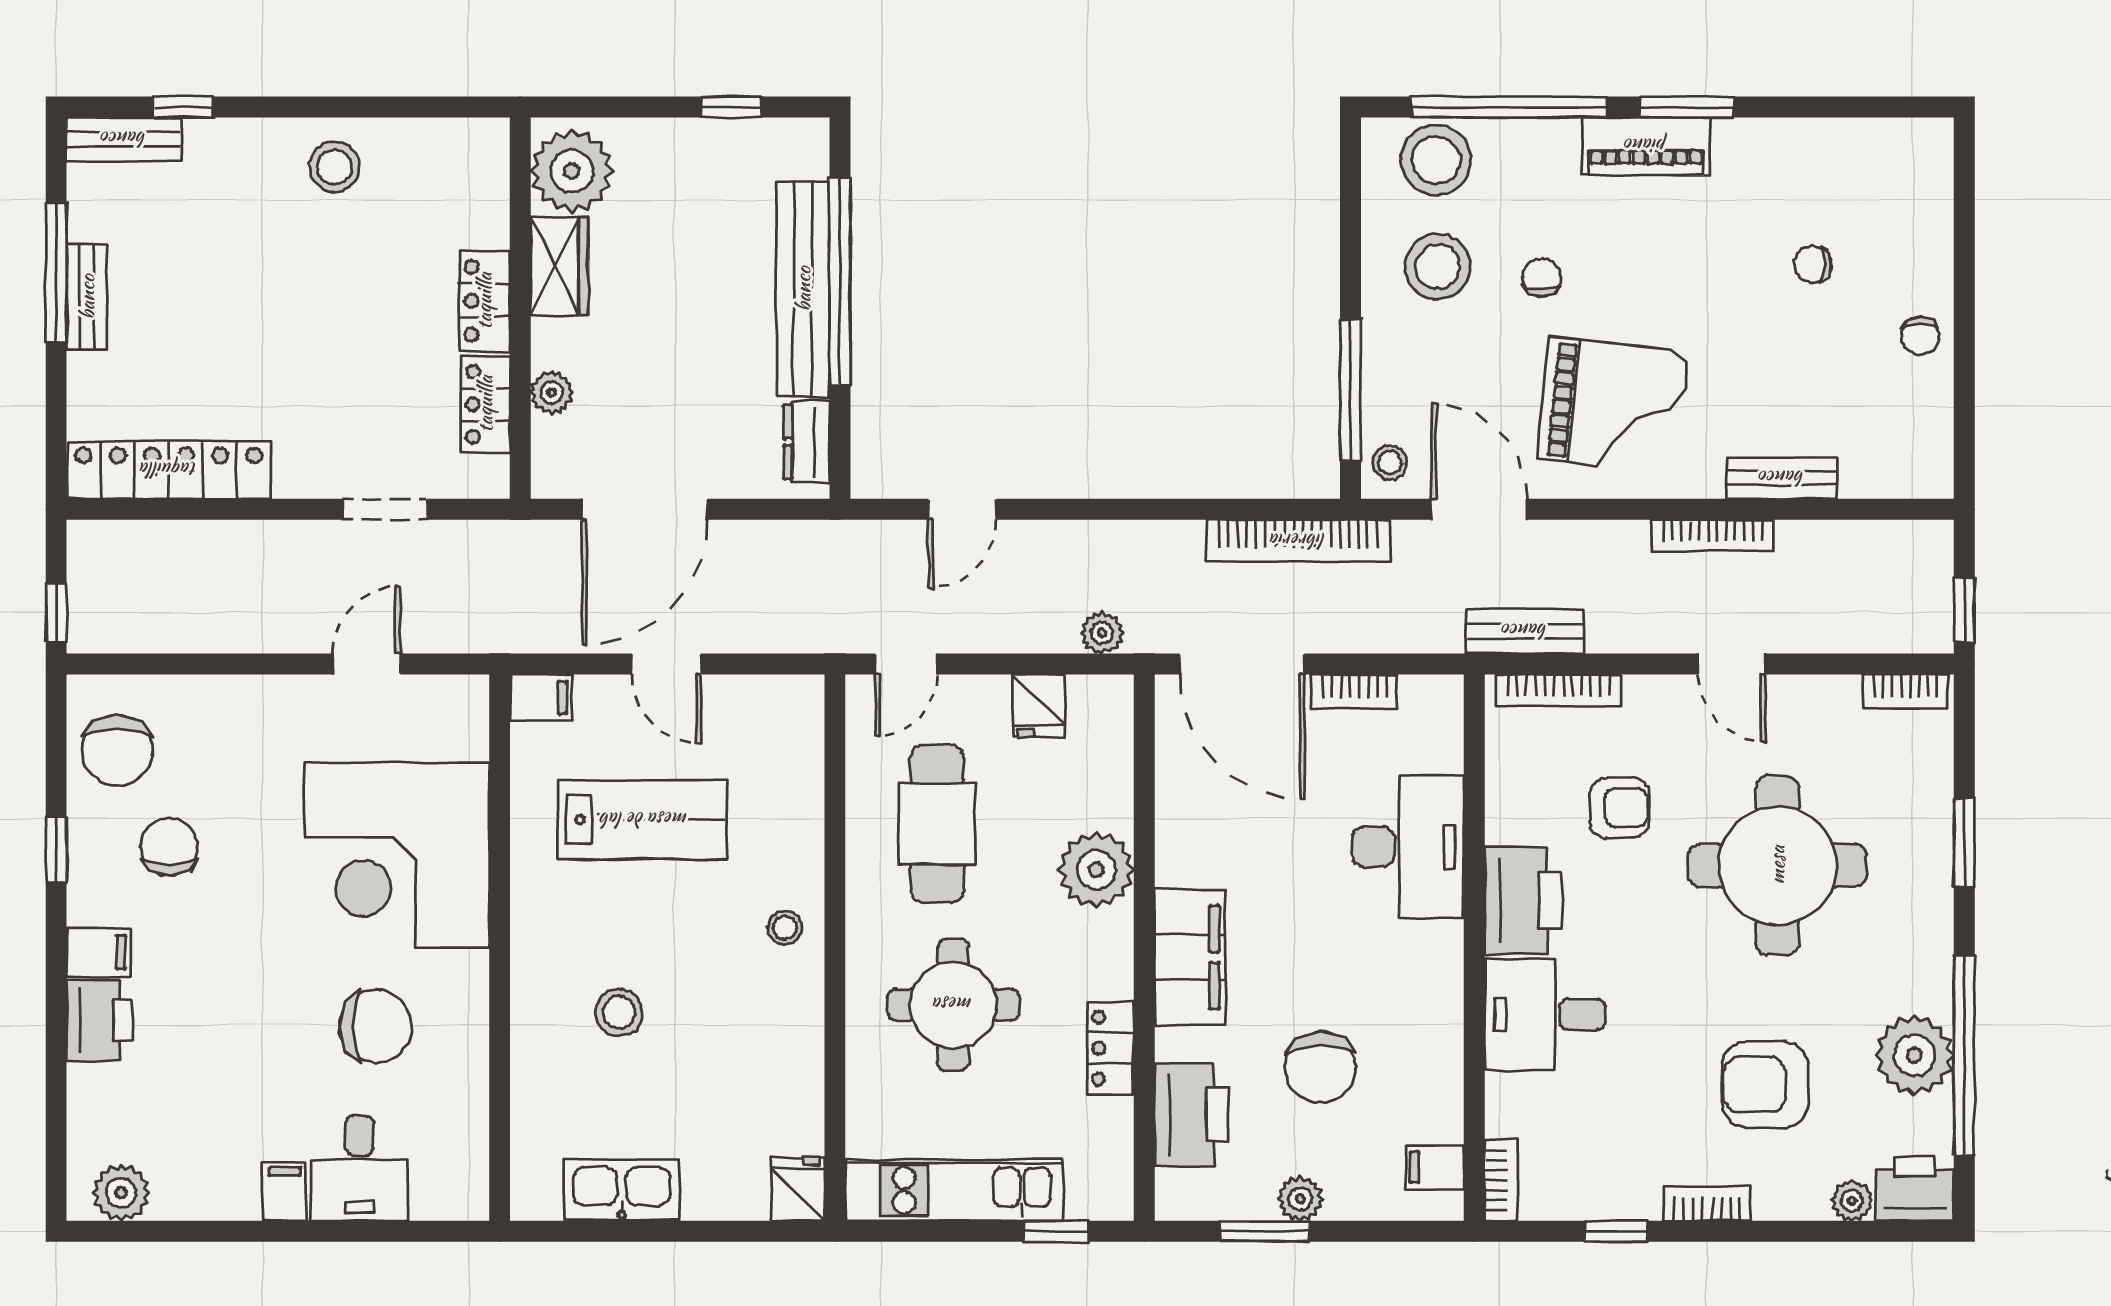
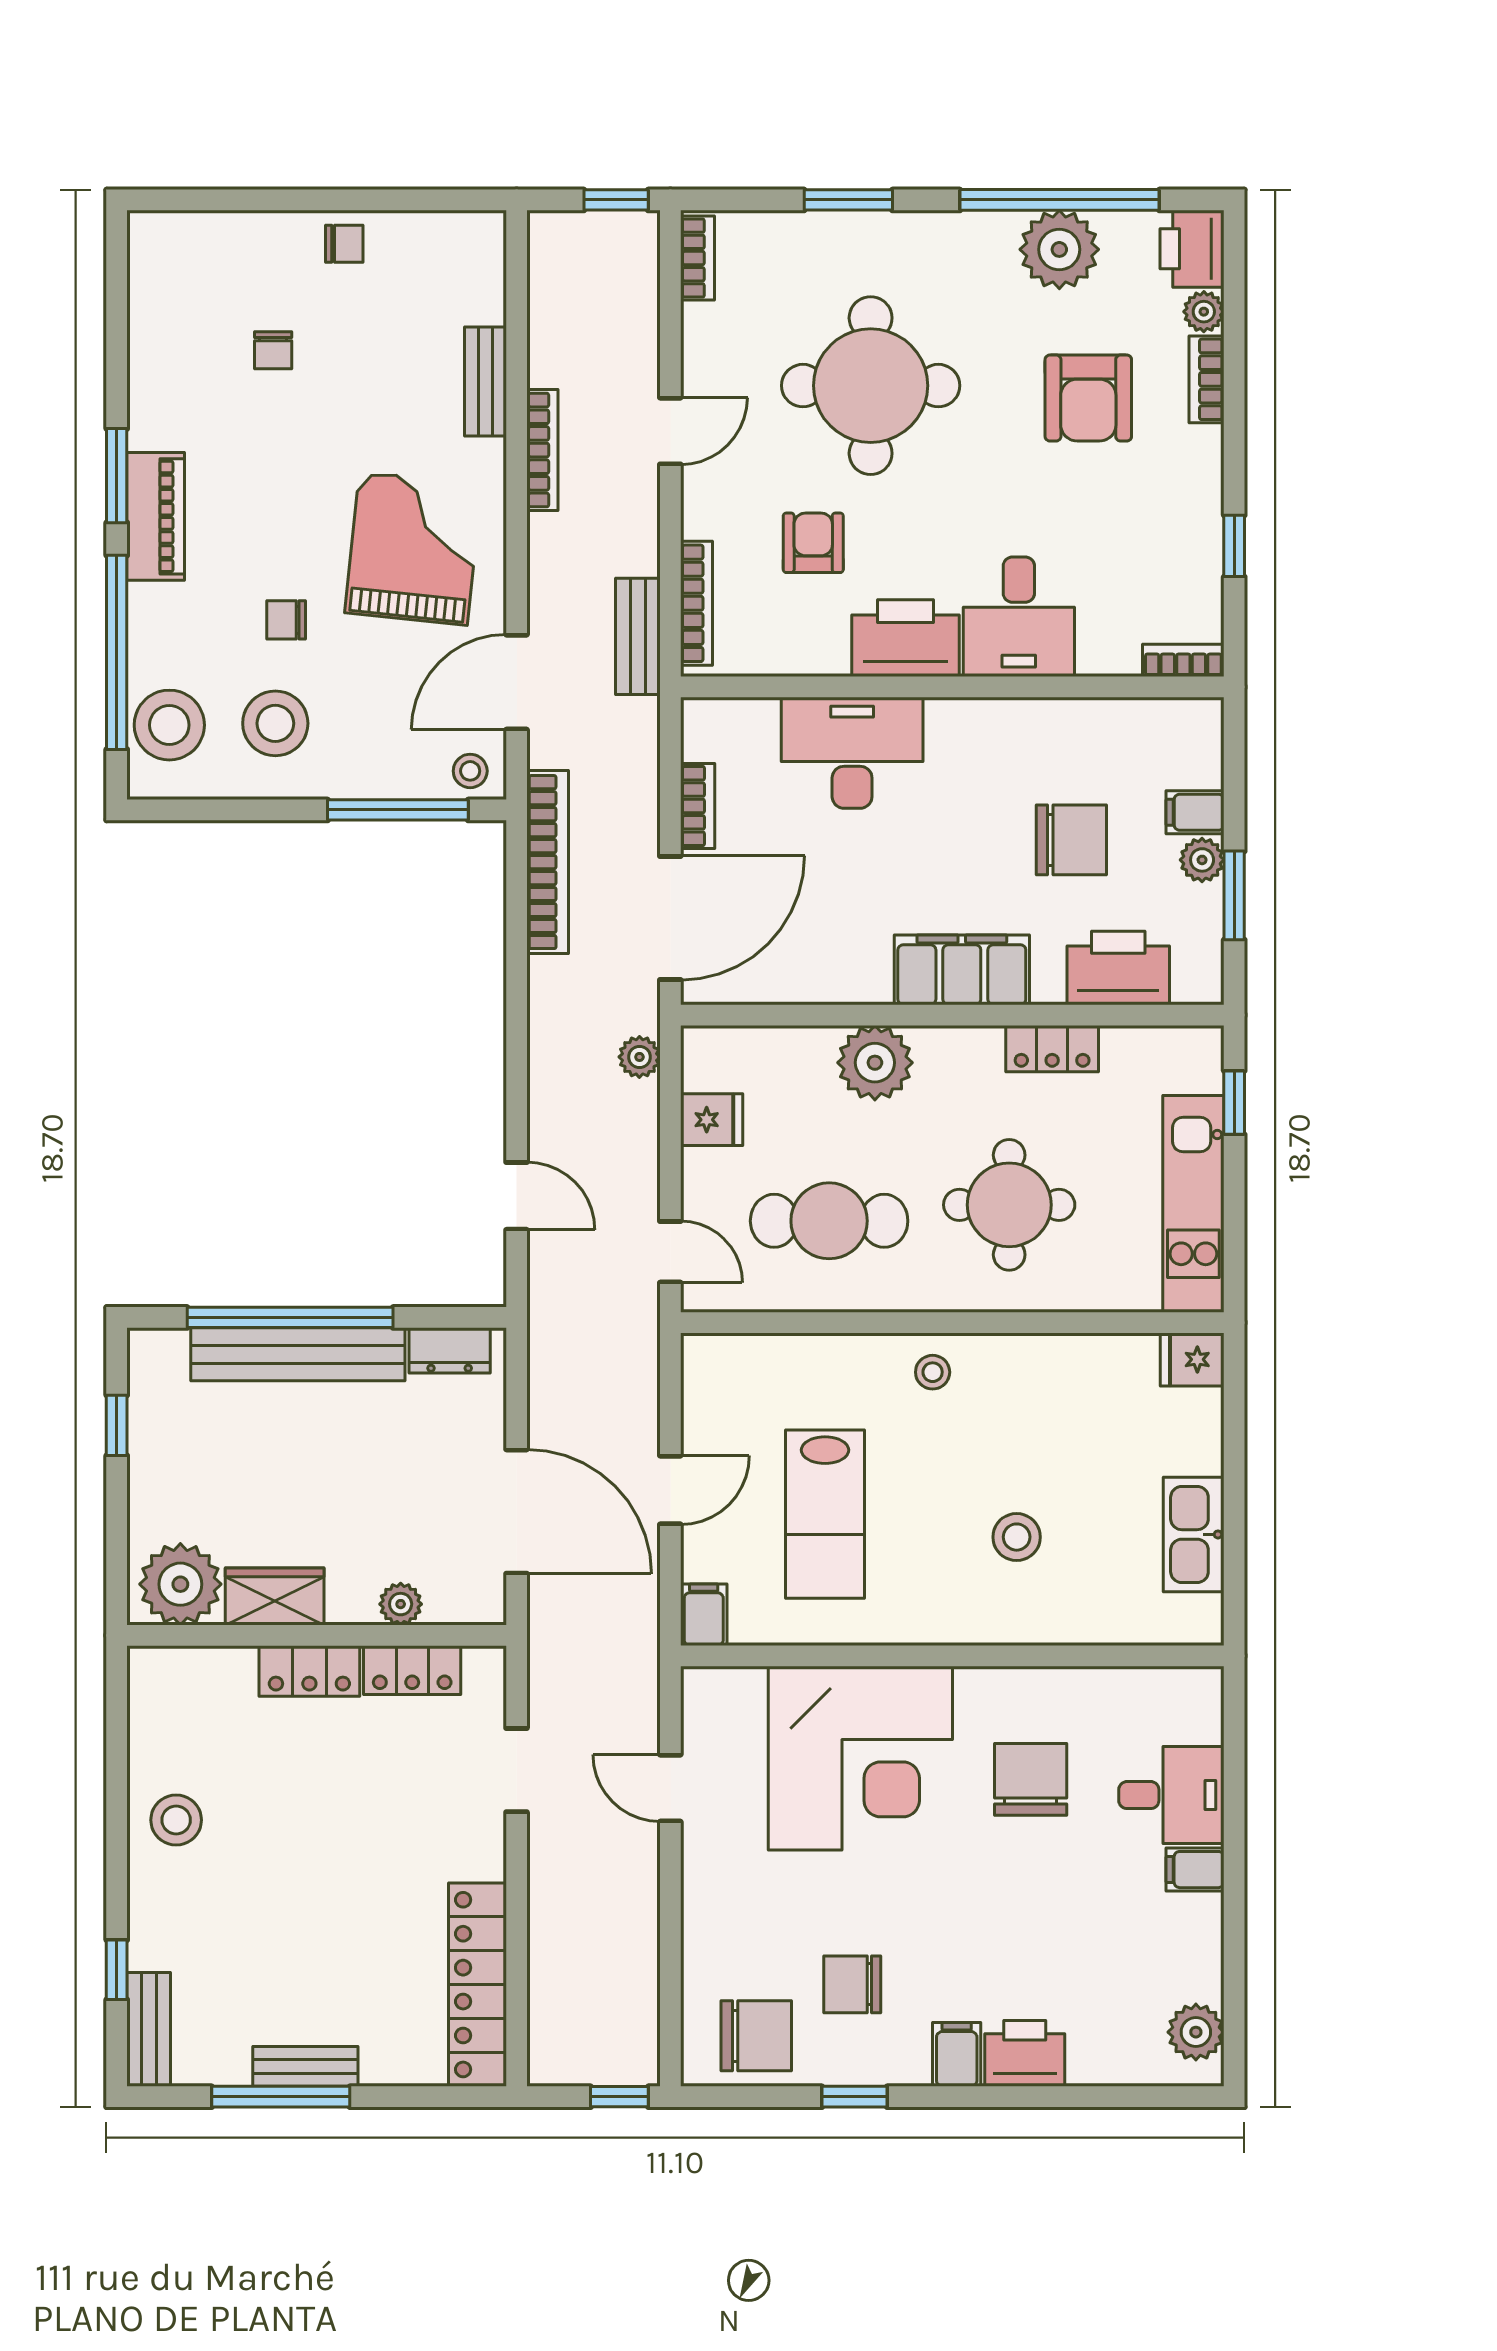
lab bench: (642, 820) -> (825, 1514), turned 180
filing cabinet: (1435, 1167) -> (1195, 812), moved, turned 90
bookcase: (1707, 1203) -> (1207, 379), moved

